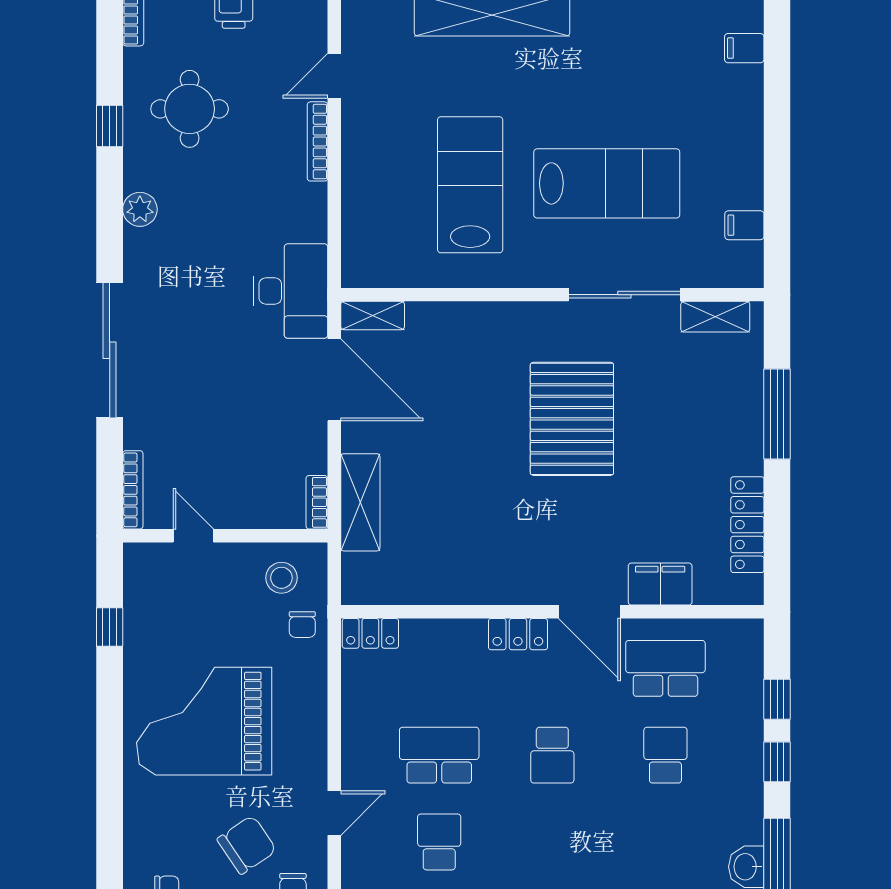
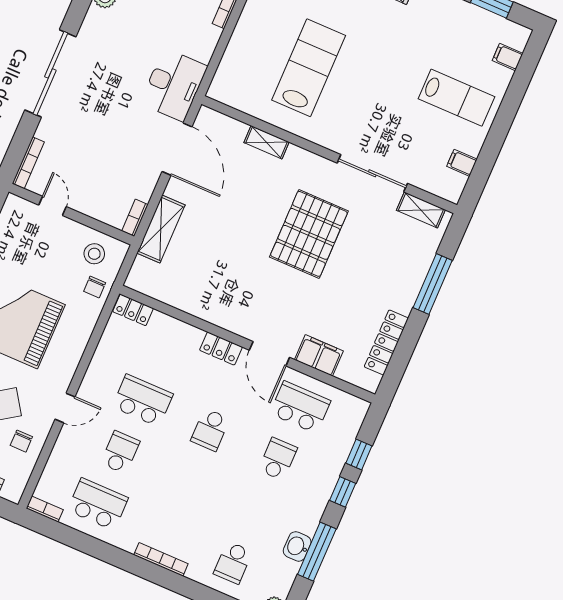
lab bench: (607, 183) -> (456, 98), moved, width x0.73, depth x0.72
shelving: (373, 316) -> (267, 142), moved

